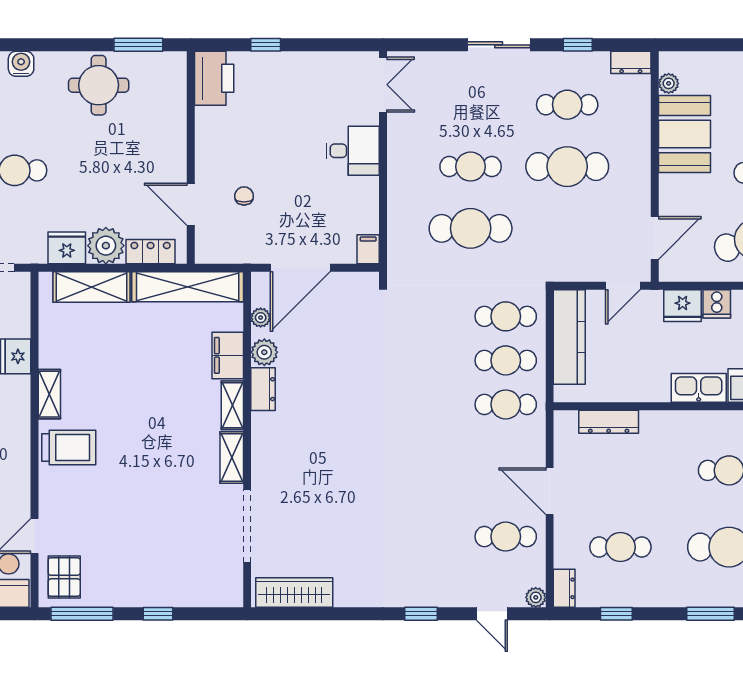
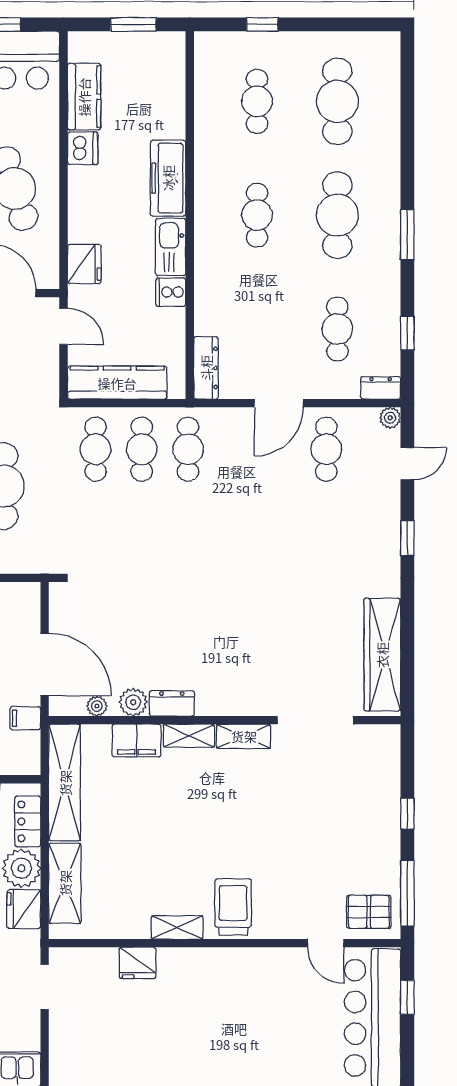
filing cabinet: (368, 249) -> (25, 718), moved
cooker: (717, 304) -> (171, 292), moved, turned 180
dresser: (609, 422) -> (206, 368), moved
wardrobe: (294, 593) -> (382, 655), width x1.40, depth x1.17

